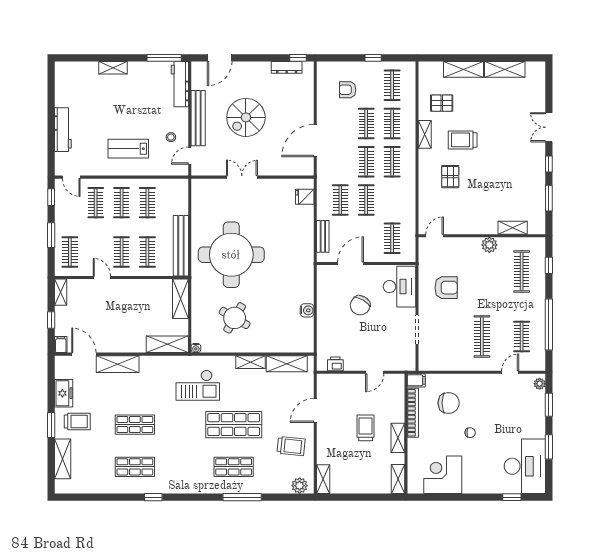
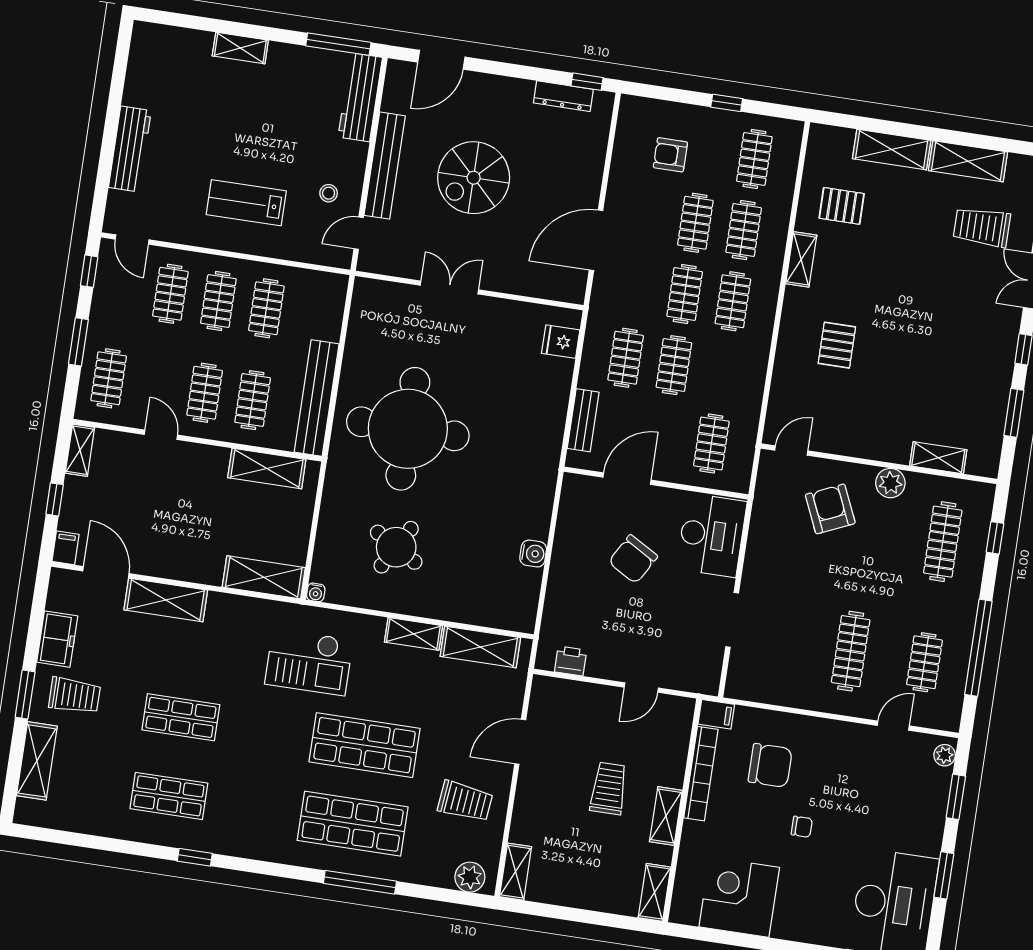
trolley: (463, 140) -> (982, 227), moved
armchair: (446, 288) -> (830, 509), moved, turned -114
shelving: (180, 299) -> (267, 468), moved, turned 90
shop shelf: (234, 467) -> (353, 824), width x1.43, depth x1.36

